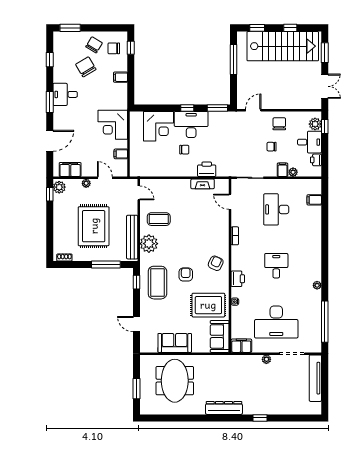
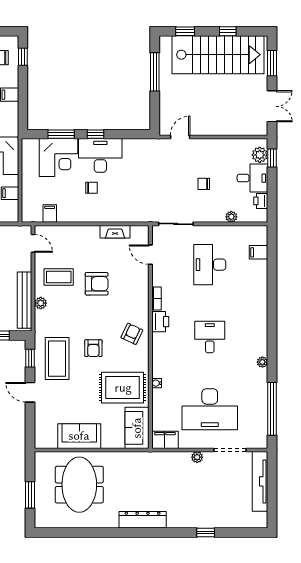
window: (217, 108) -> (61, 134), moved
chair: (279, 124) -> (214, 154), removed
printer: (207, 169) -> (120, 213), removed
filing cabinet: (282, 170) -> (50, 214), moved
armchair: (188, 224) -> (97, 284), added
plant: (149, 244) -> (41, 303), width x0.53, depth x0.53
armchair: (186, 274) -> (93, 348), turned 180
printer: (238, 279) -> (160, 322), moved
door: (136, 324) -> (30, 392), moved
window: (260, 418) -> (206, 533), moved

